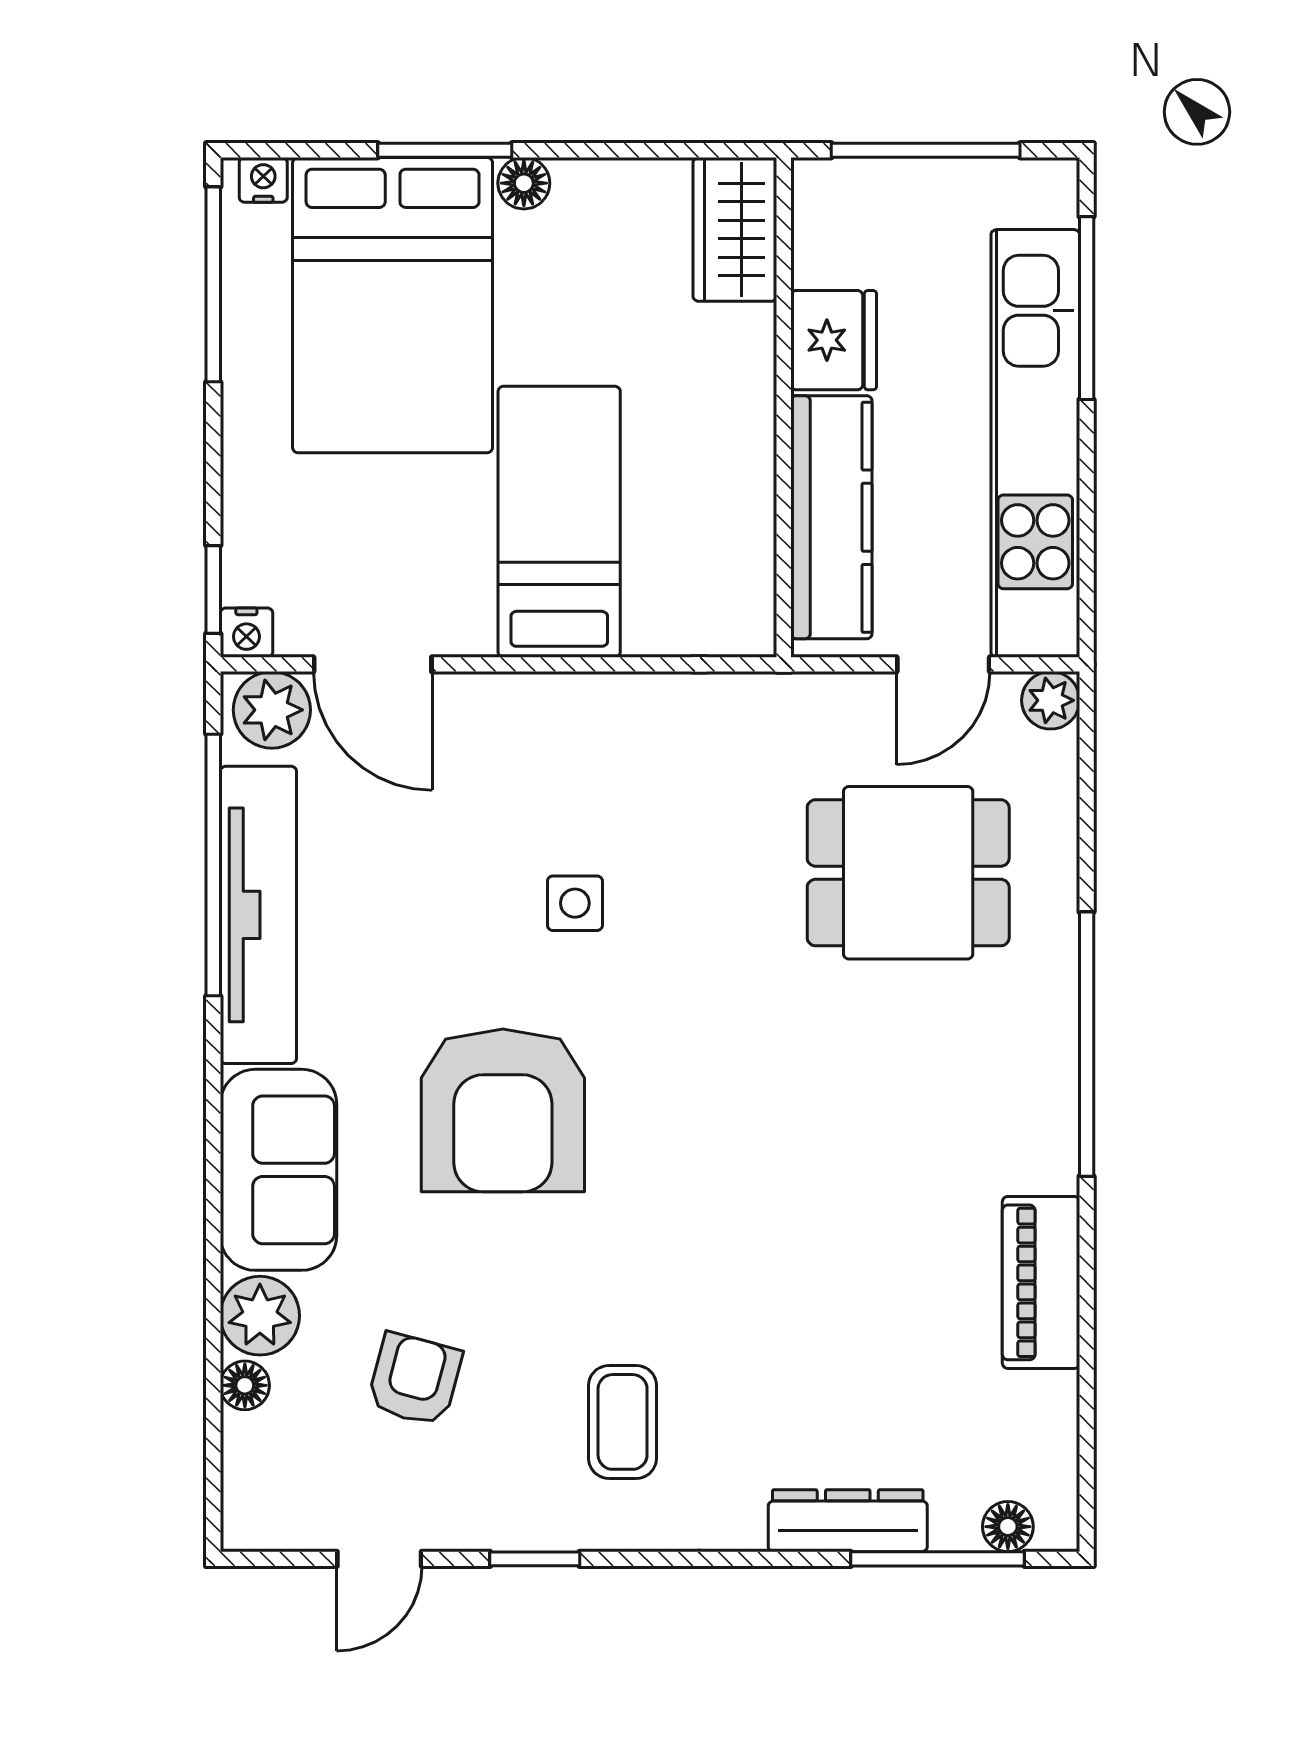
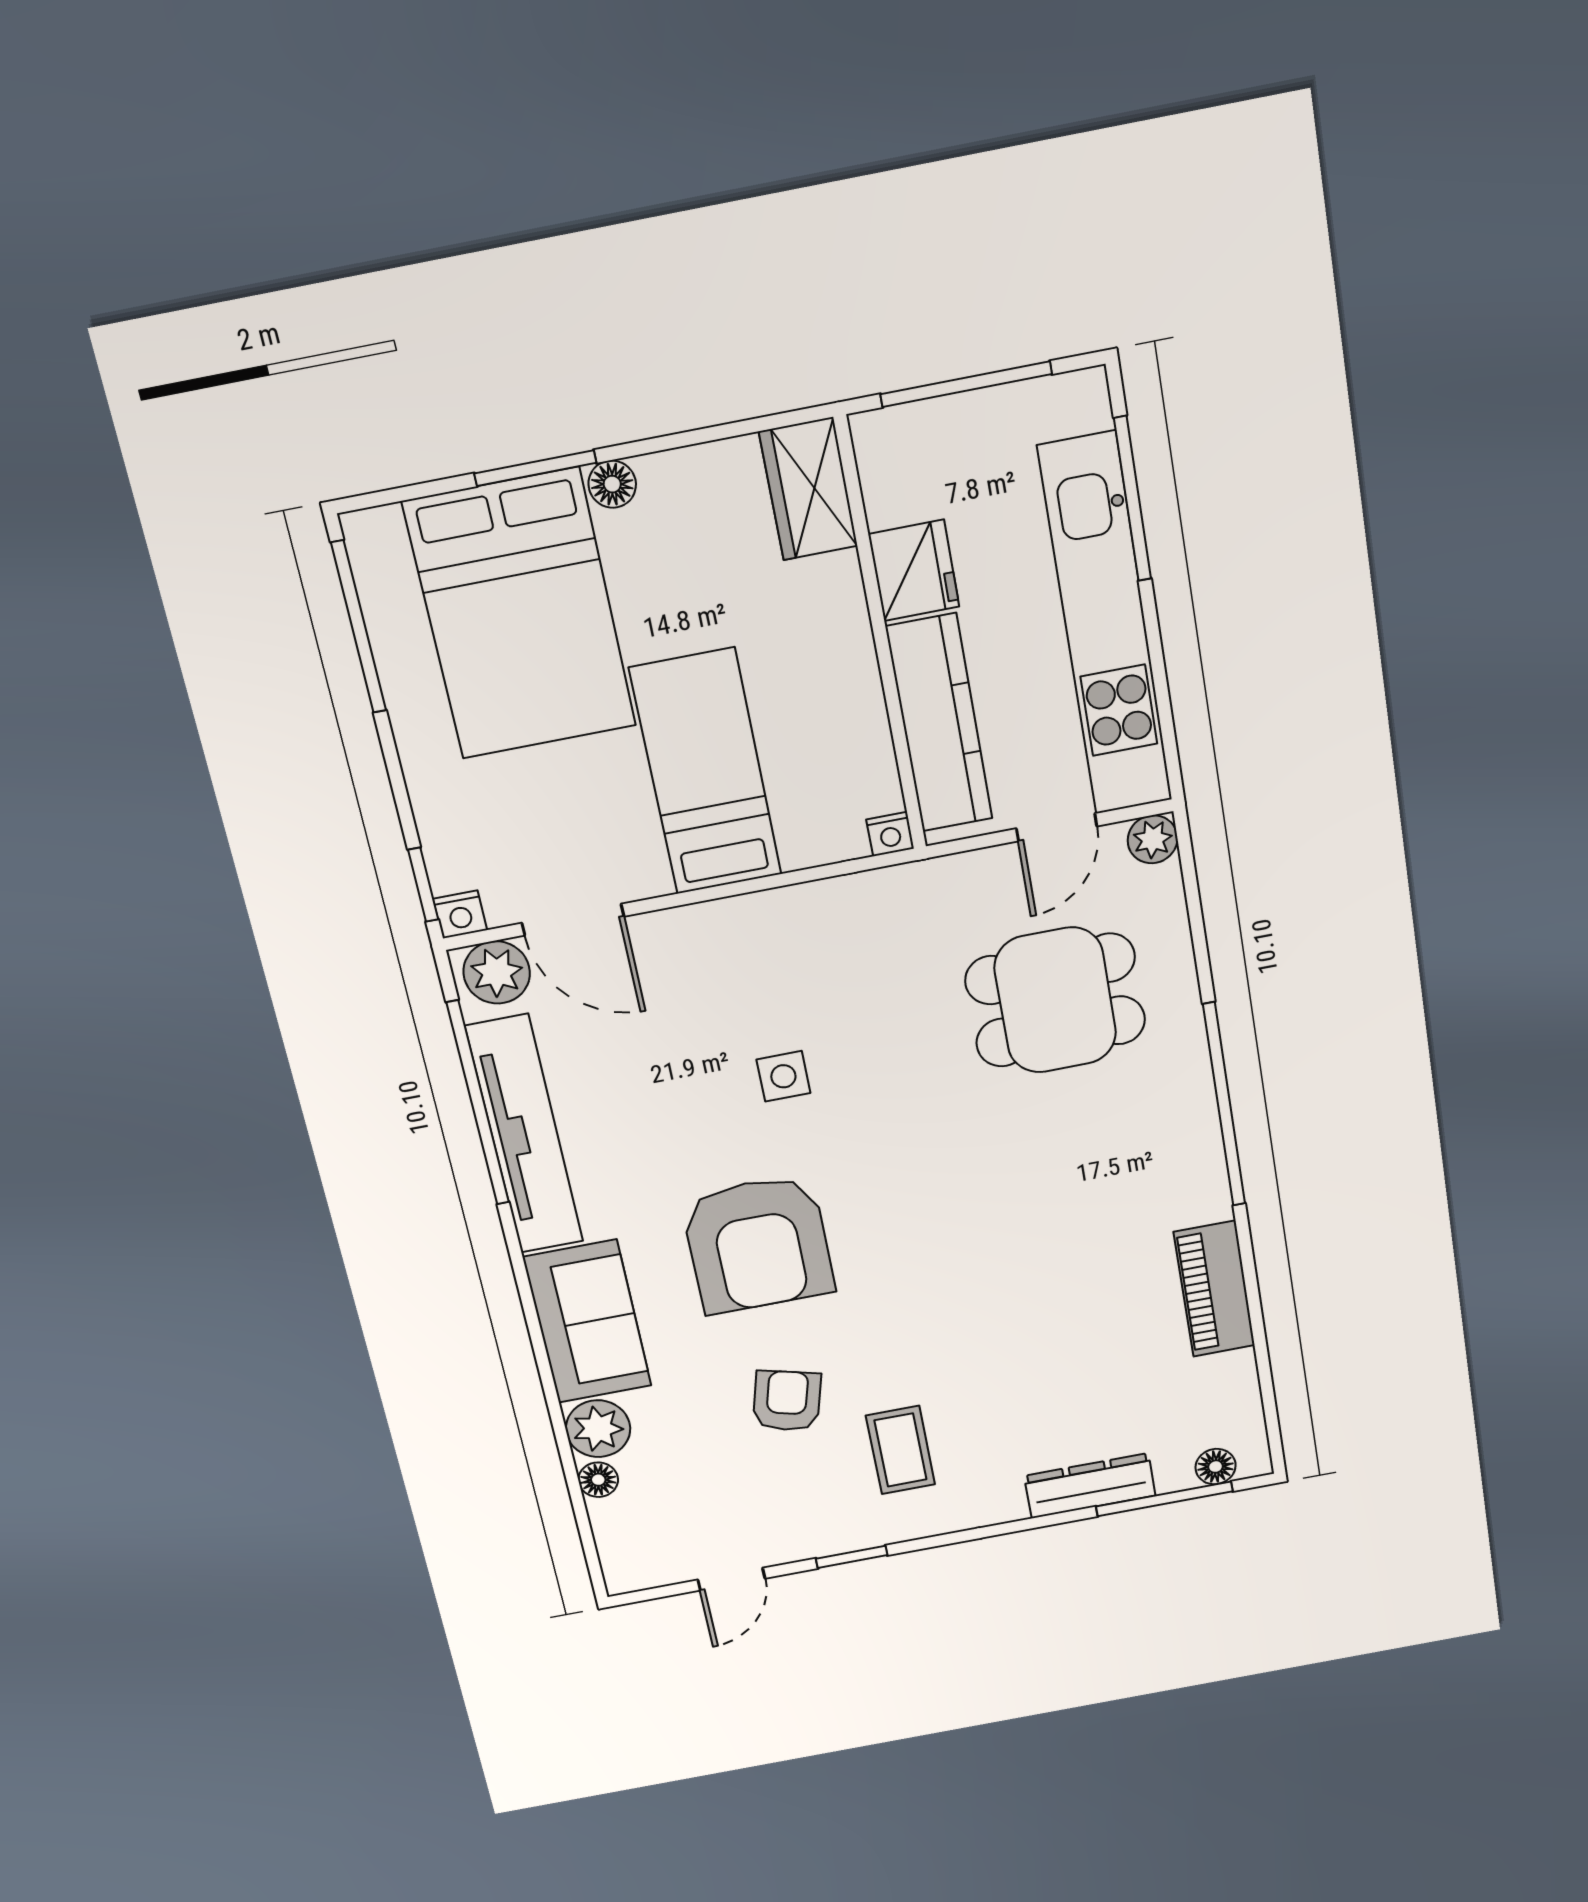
nightstand: (263, 180) -> (890, 834), moved, turned 180
armchair: (415, 1379) -> (787, 1401), moved

